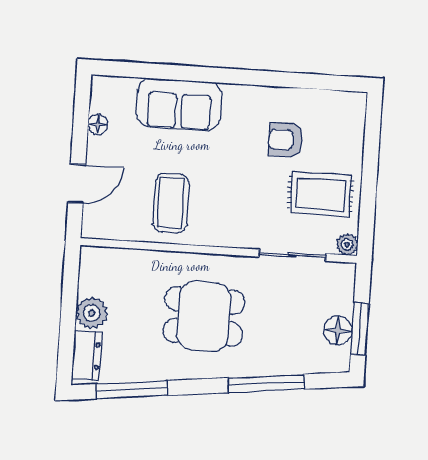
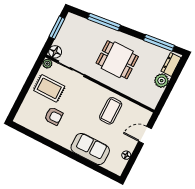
floor lamp: (338, 330) -> (55, 52), moved

